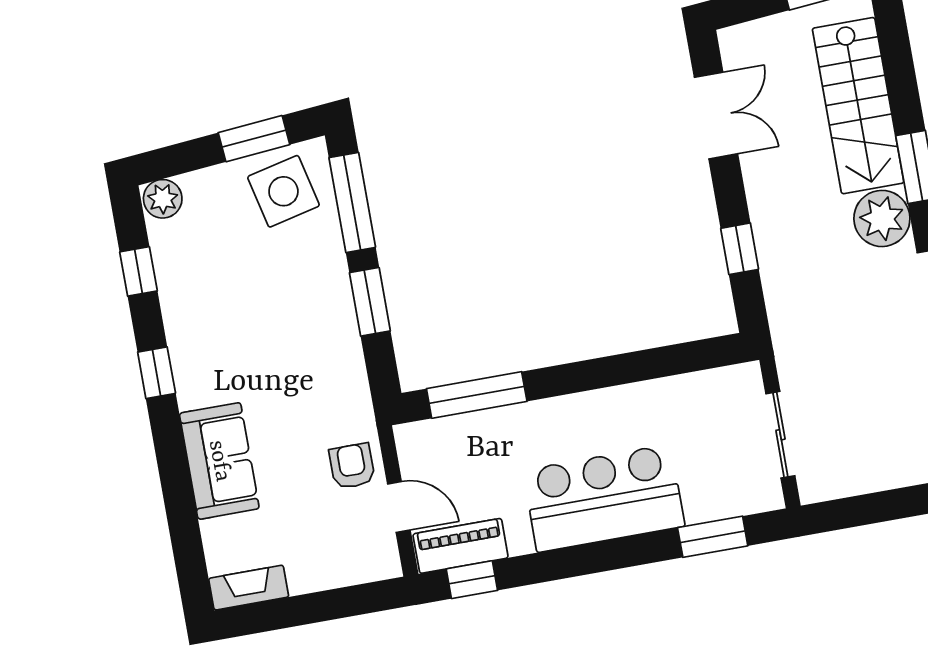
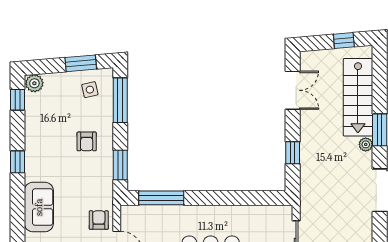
side table: (283, 191) -> (90, 90), width x0.54, depth x0.54
plant: (882, 218) -> (366, 144), width x0.53, depth x0.53
window: (138, 271) -> (17, 100), moved
window: (370, 302) -> (120, 165), moved
armchair: (296, 303) -> (87, 141), added

